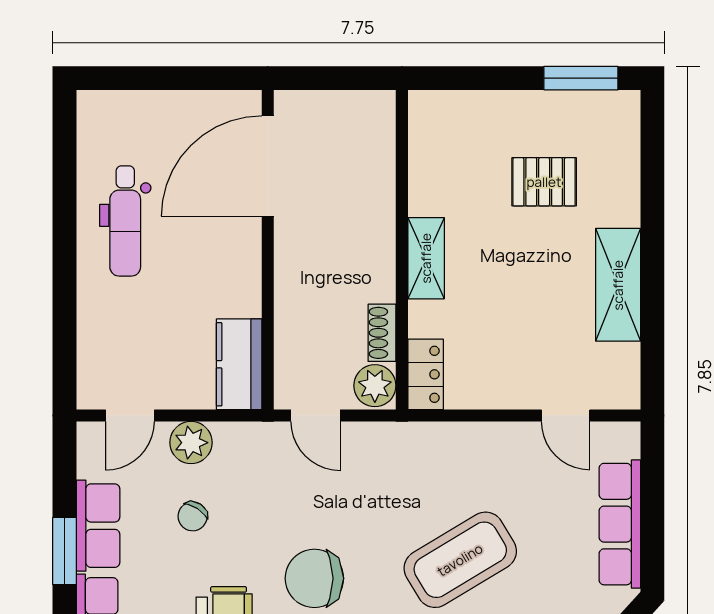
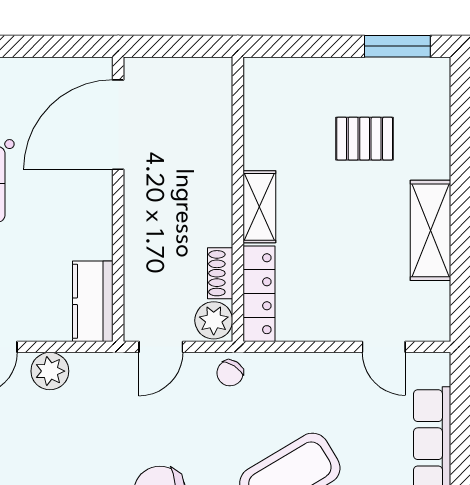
locker: (426, 374) -> (259, 294), width x1.53
door: (316, 415) -> (161, 347), hinge flipped
chair: (193, 516) -> (230, 373), moved

